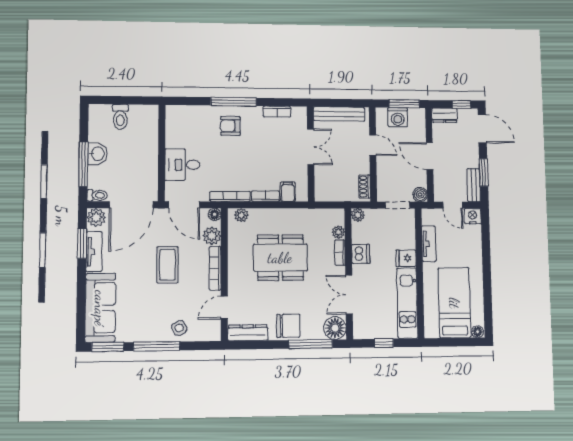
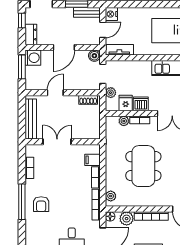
washing machine: (398, 117) -> (33, 58), moved
plant: (358, 215) -> (111, 93), moved
tv unit: (429, 244) -> (119, 50), moved
fridge: (406, 258) -> (126, 103), moved, turned 180

